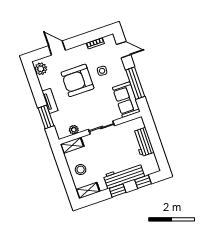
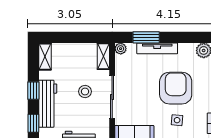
tv unit: (50, 101) -> (157, 48), width x1.41
sliding door: (101, 128) -> (112, 97), width x1.37
plant: (74, 130) -> (121, 49), moved
stool: (81, 170) -> (85, 92), moved

